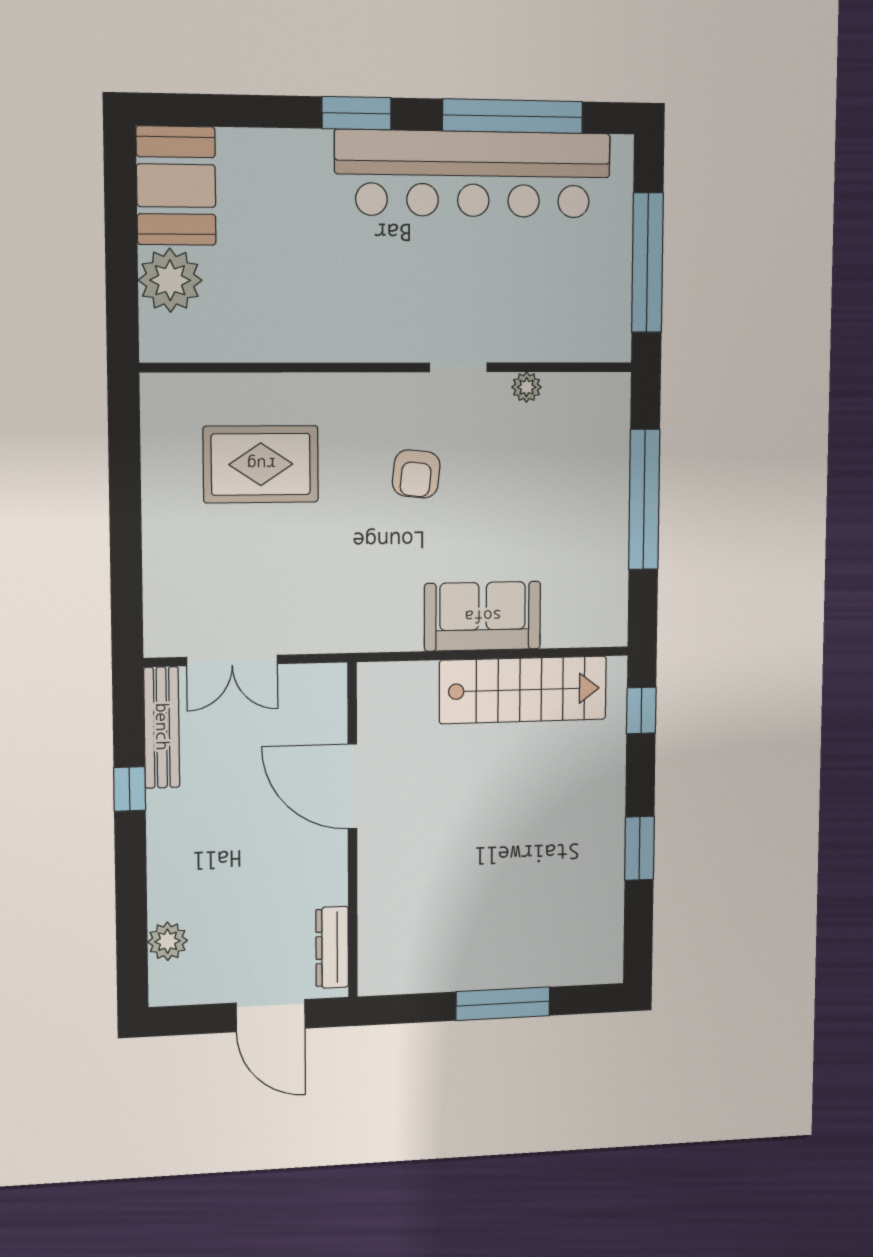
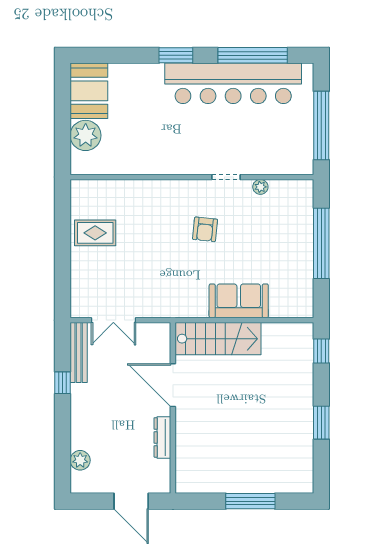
rug: (261, 464) -> (95, 233), moved, width x0.73, depth x0.70
stairs: (523, 690) -> (218, 339), moved
dresser: (332, 947) -> (162, 437), moved

